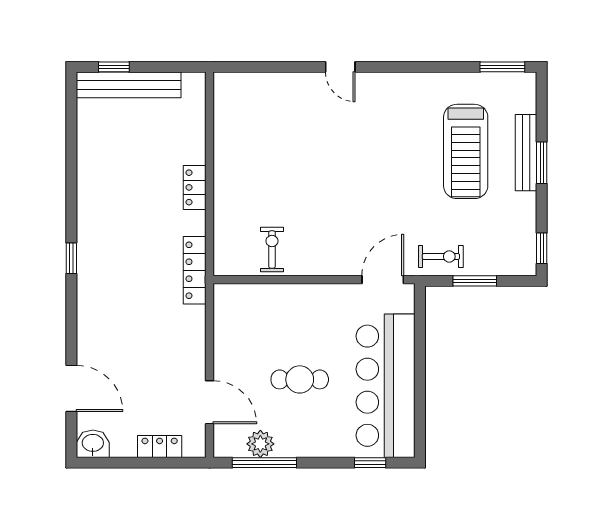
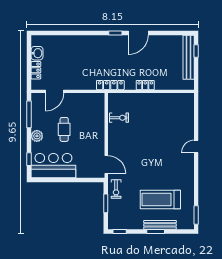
bar counter: (386, 386) -> (53, 166), width x0.73
door: (71, 388) -> (138, 33), moved
washbasin: (93, 444) -> (37, 53), moved
plant: (260, 444) -> (37, 136), moved

